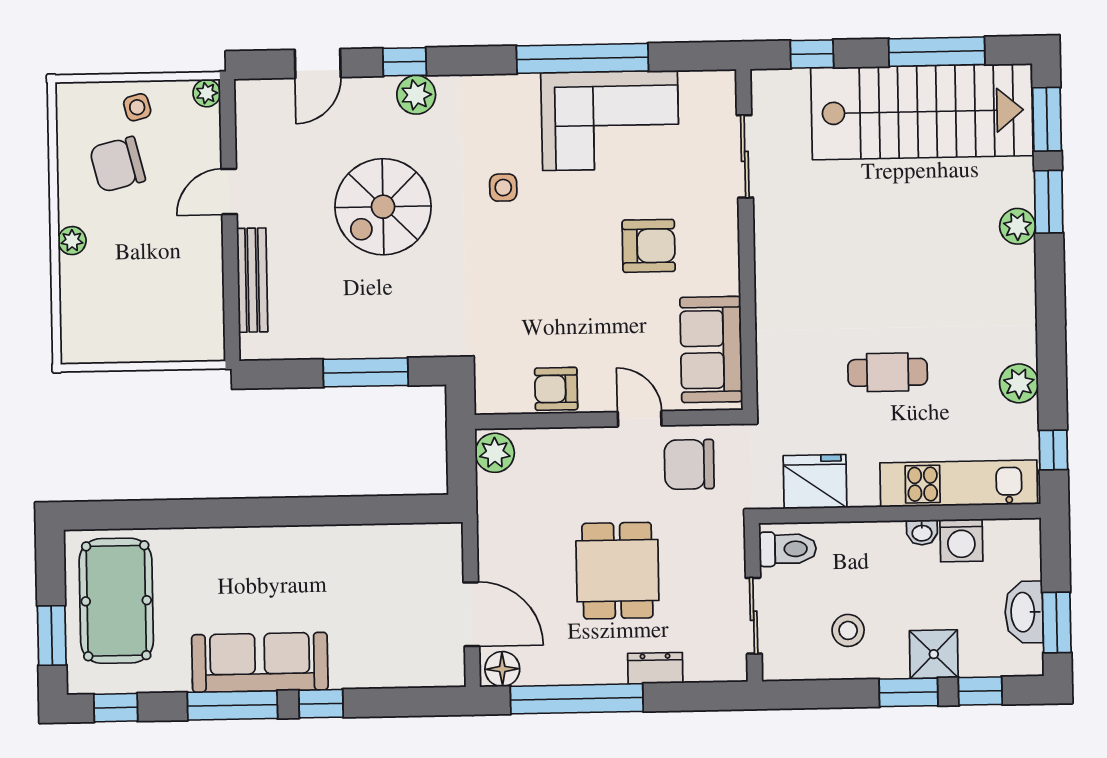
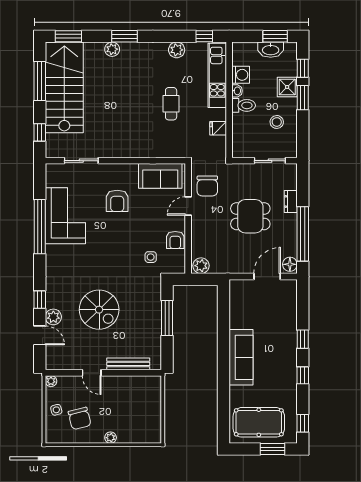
plant: (416, 95) -> (53, 317), moved
side table: (503, 188) -> (151, 257), moved
window: (1049, 202) -> (124, 36), moved
armchair: (649, 246) -> (117, 201), turned 180
fridge: (815, 482) -> (218, 128), width x0.53, depth x0.75
toilet: (788, 549) -> (244, 105), moved, turned 90
sofa: (260, 662) -> (241, 357), moved, turned 180
window: (232, 705) -> (303, 375), width x0.46

